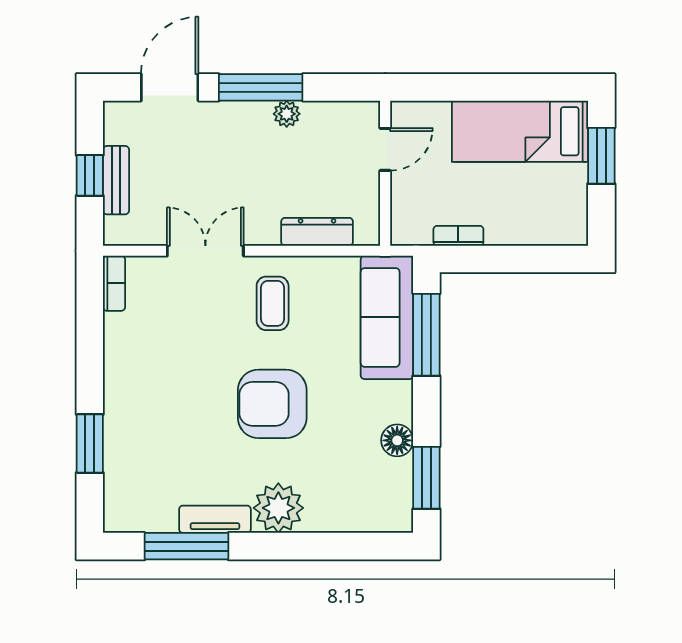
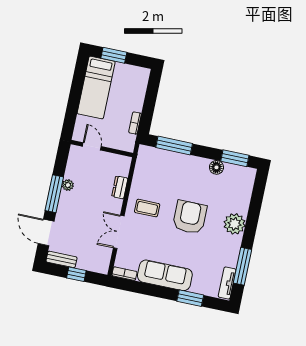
bench: (116, 180) -> (61, 259), moved
dresser: (317, 232) -> (120, 187), width x0.70
sofa: (387, 317) -> (165, 275), moved, turned 180
armchair: (272, 404) -> (190, 217), turned 180
tv unit: (215, 519) -> (227, 283), moved

